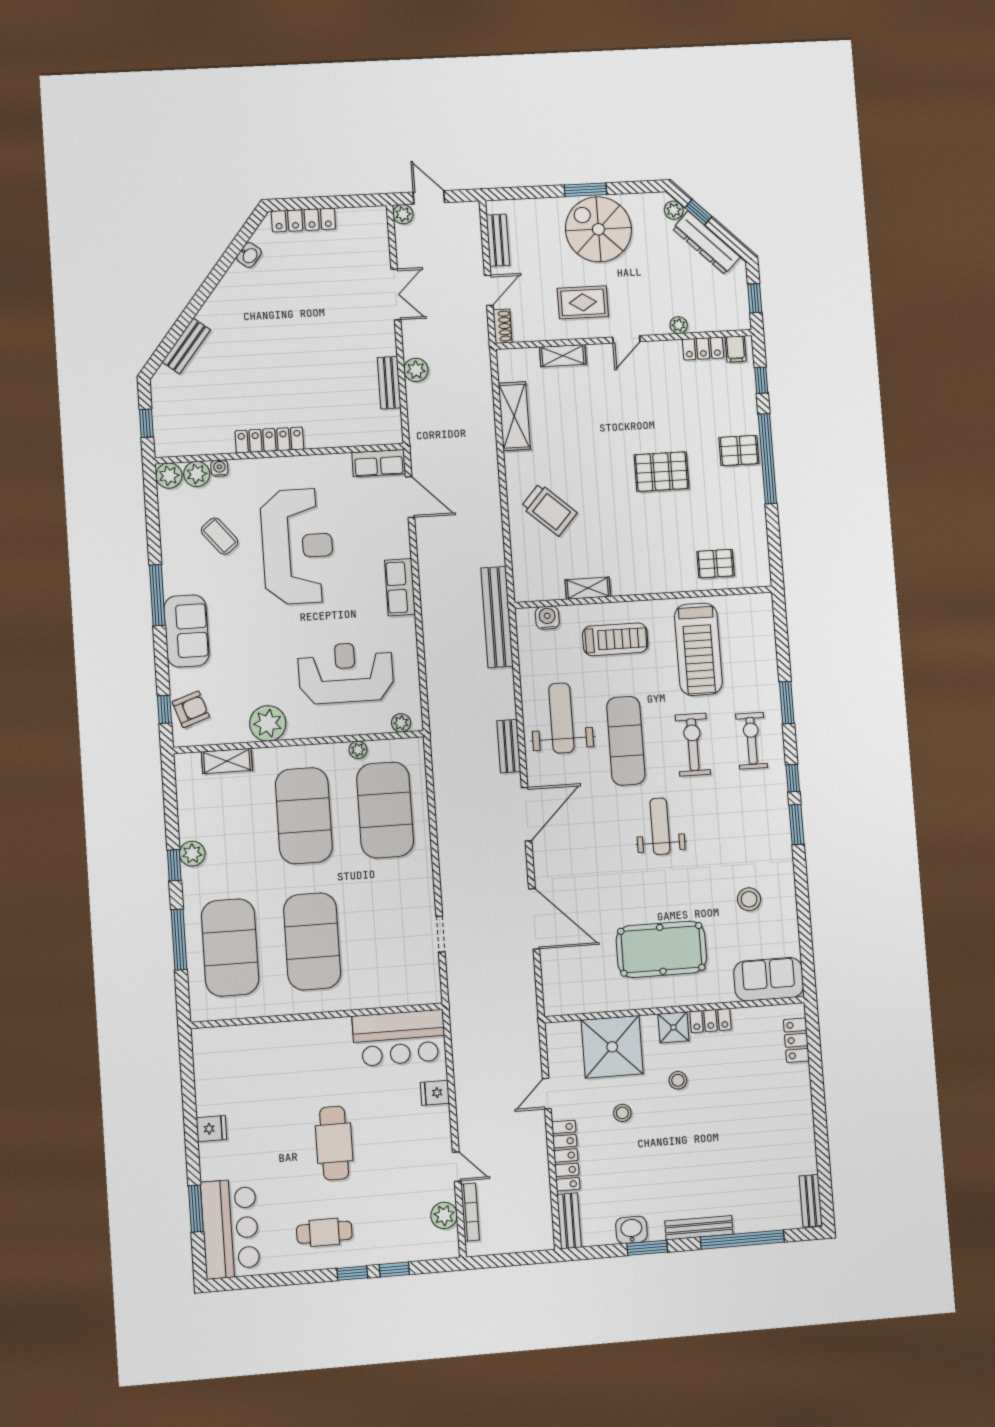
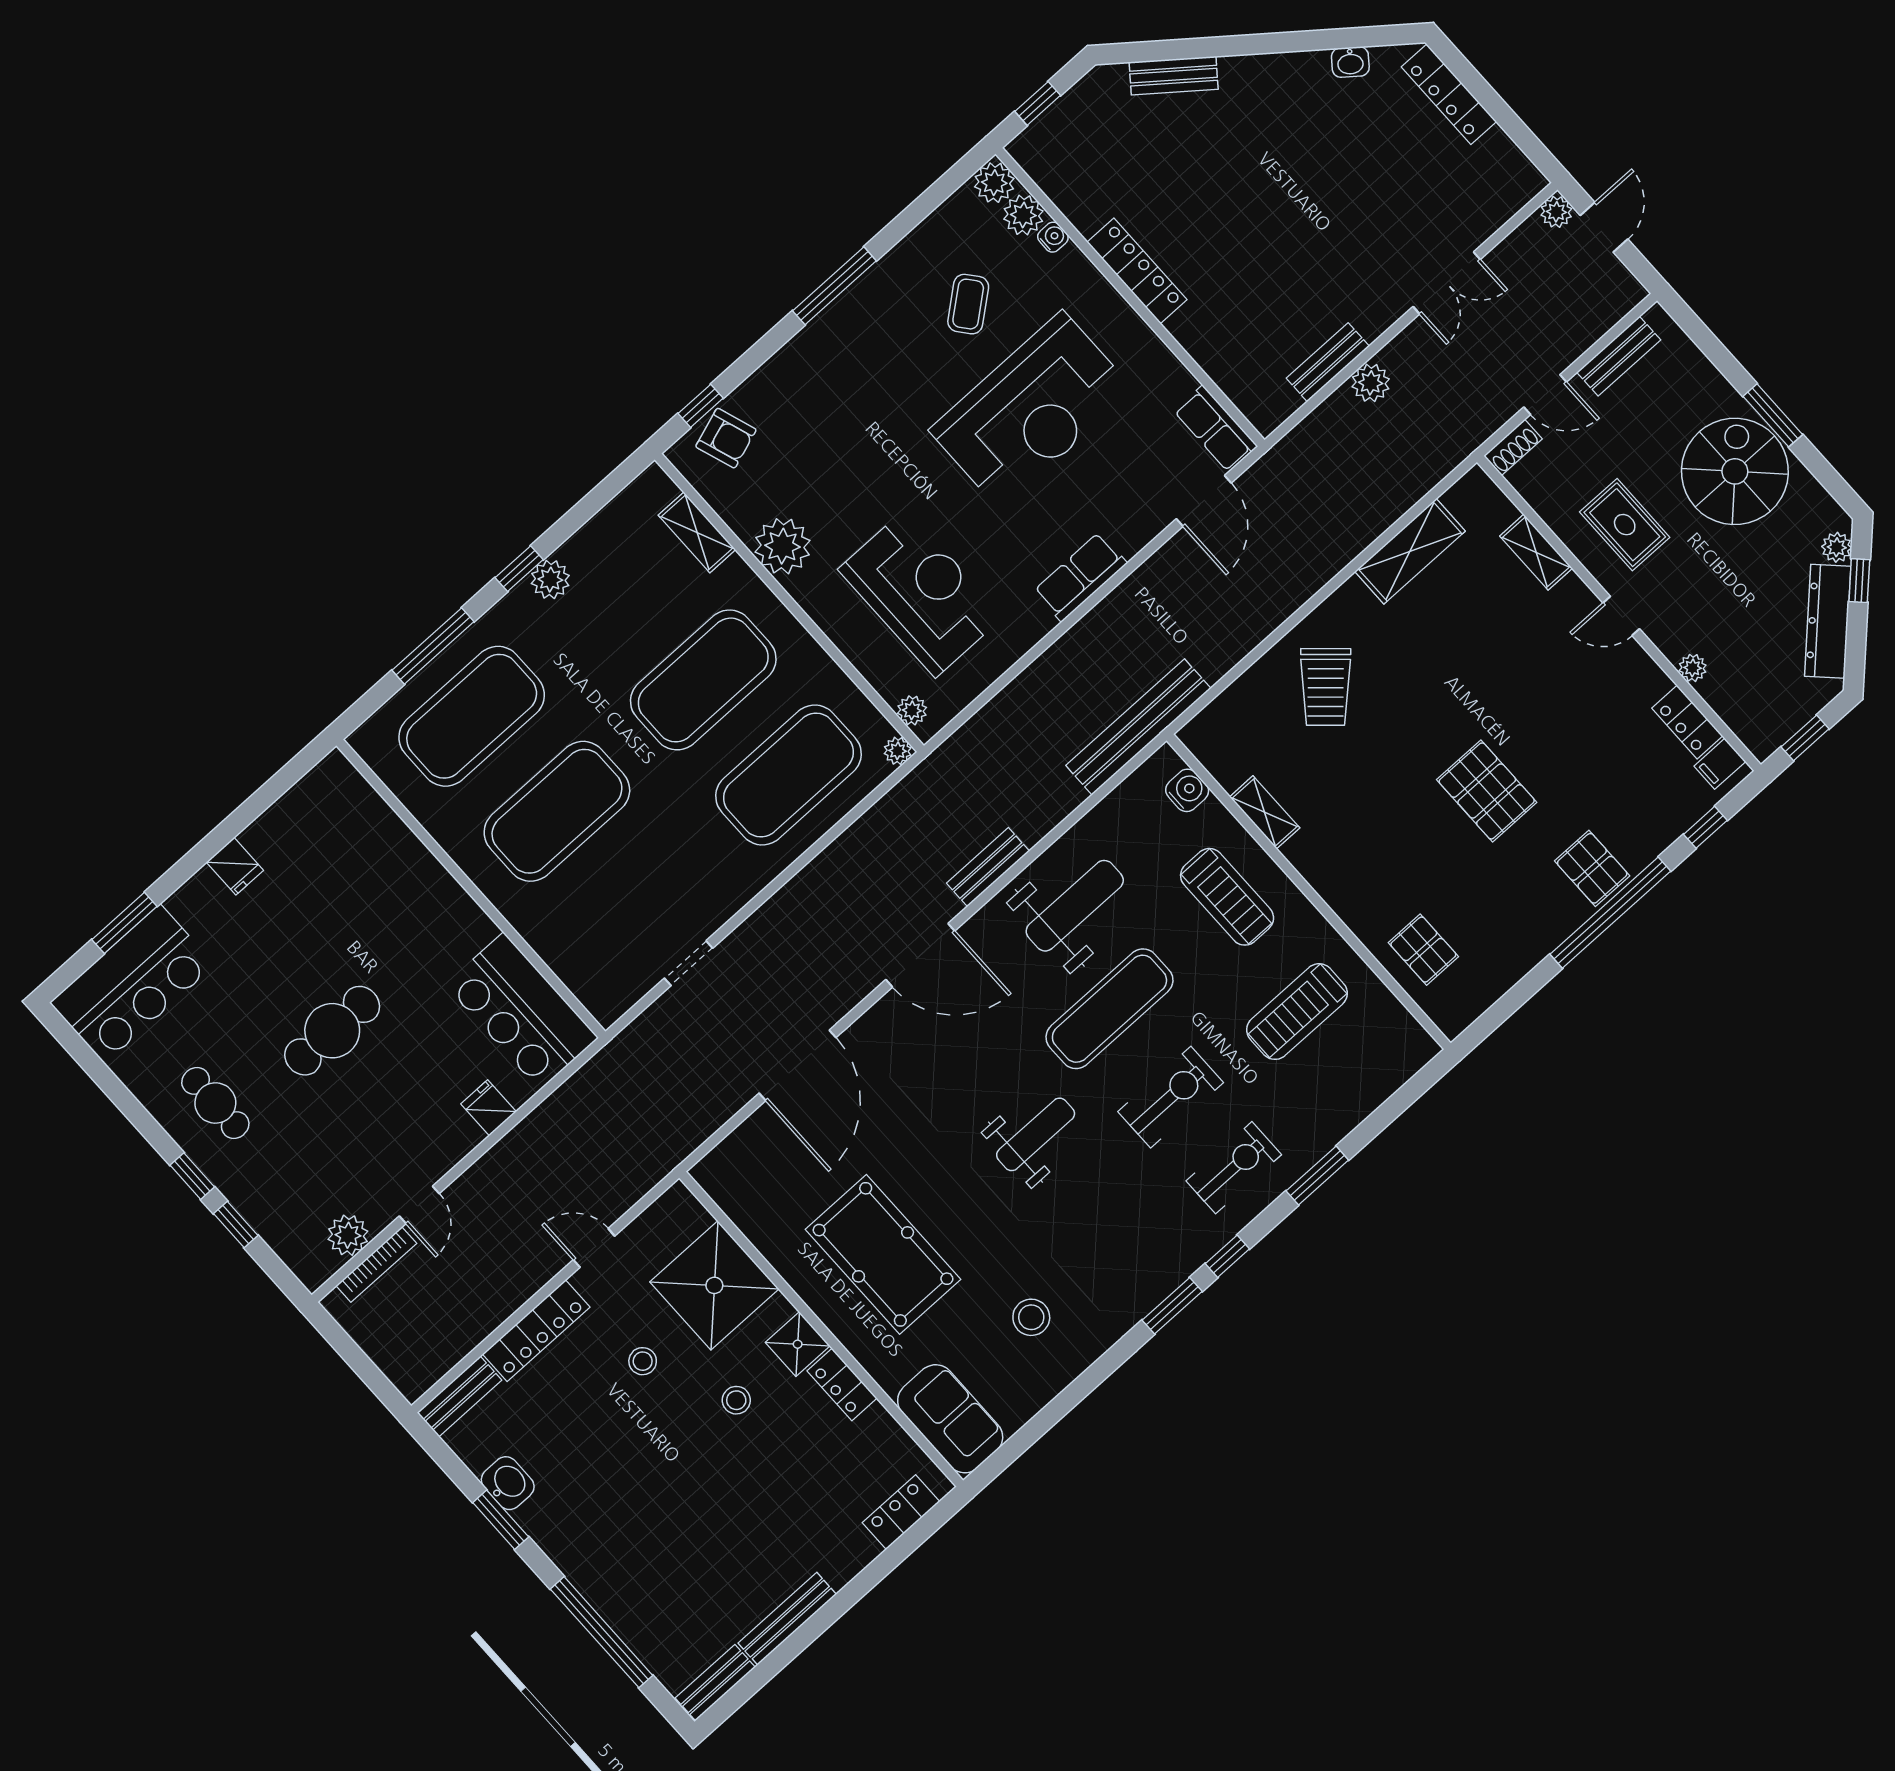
sofa: (186, 631) -> (818, 356), removed
treadmill: (698, 649) -> (1297, 1012), width x0.73, depth x0.73
plant: (358, 750) -> (898, 751), moved
bench: (699, 1228) -> (787, 1619), moved, turned 90

